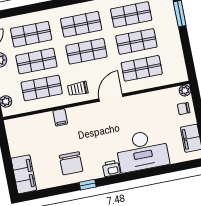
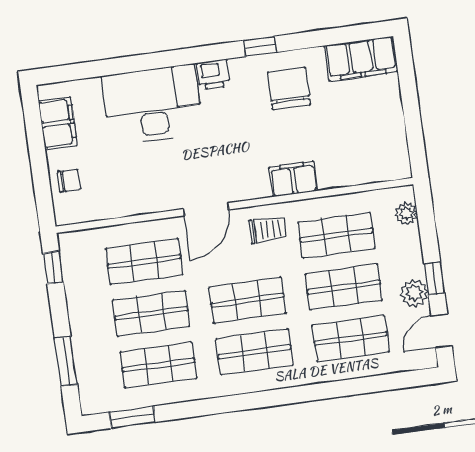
window: (189, 62) -> (53, 268), added
plant: (185, 90) -> (65, 215), removed
filing cabinet: (60, 117) -> (293, 179), width x2.00
filing cabinet: (24, 174) -> (361, 59), moved, turned -90

